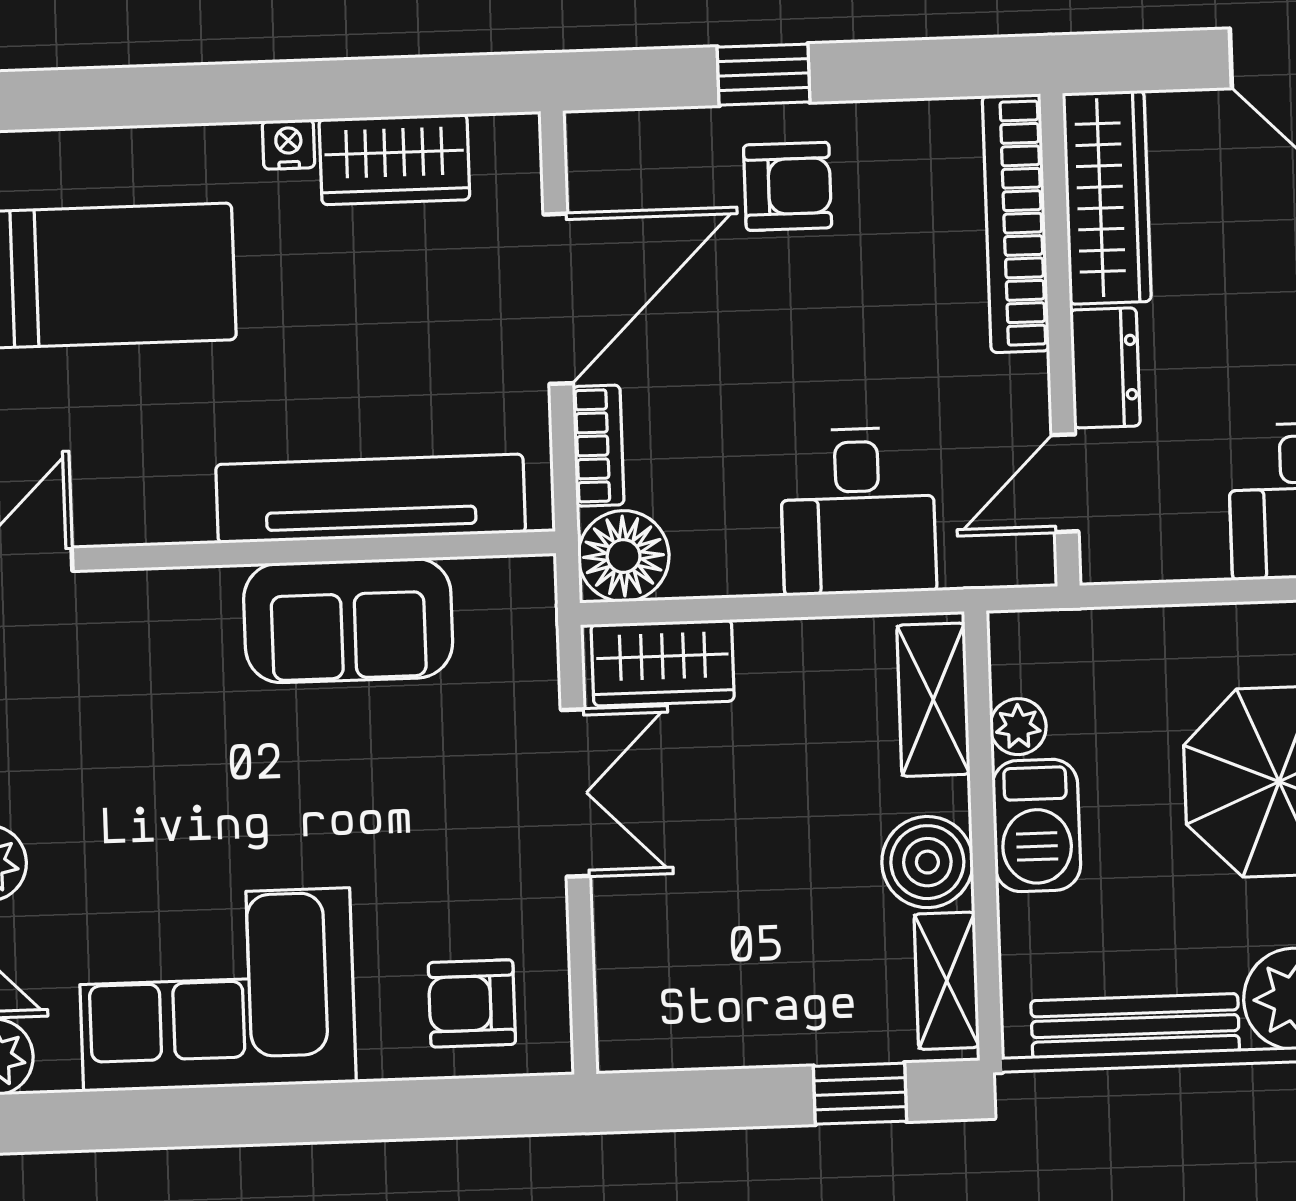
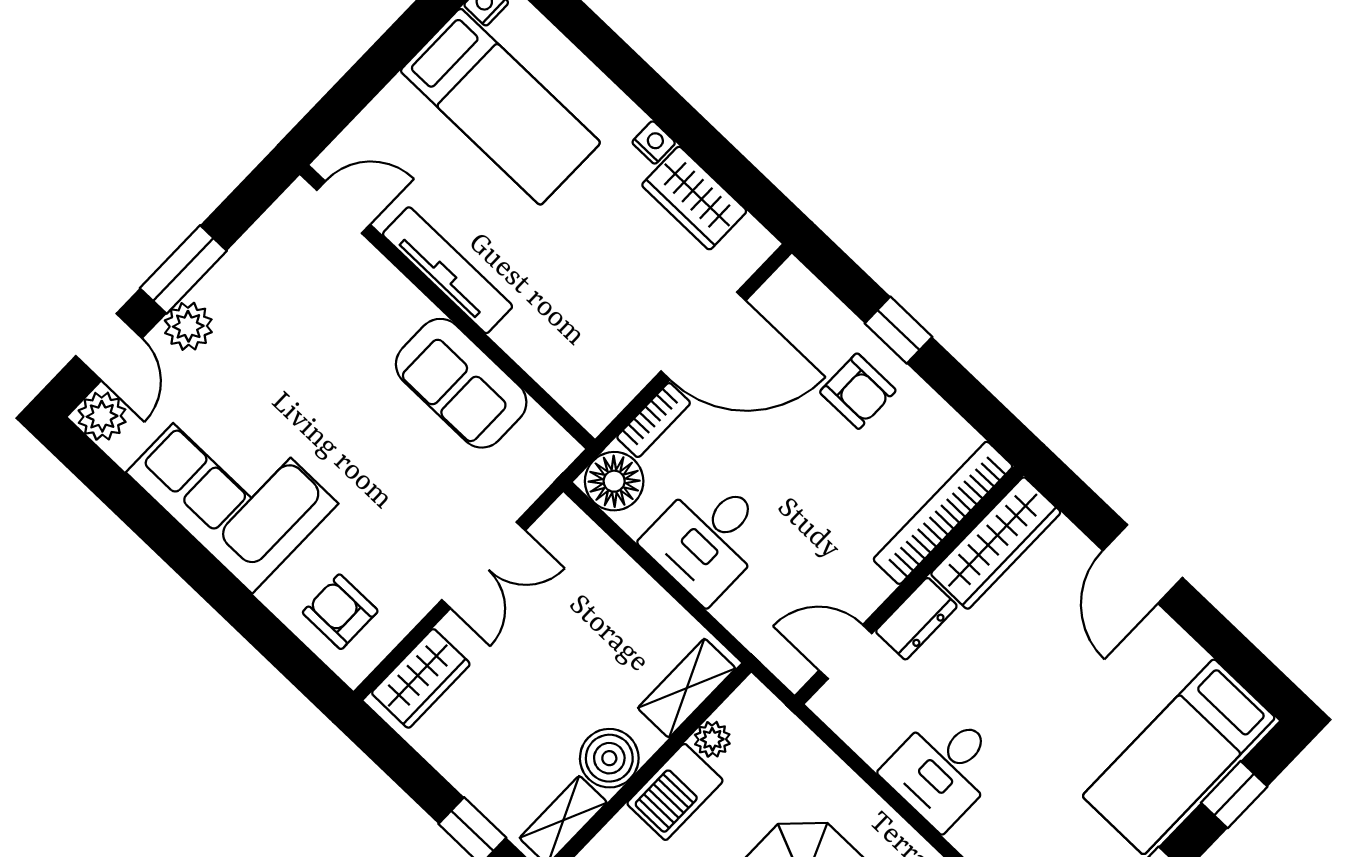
tv unit: (371, 499) -> (448, 270), moved, width x0.73, depth x0.78
desk: (858, 511) -> (708, 538), moved
wardrobe: (663, 663) -> (421, 678), moved, turned -90

